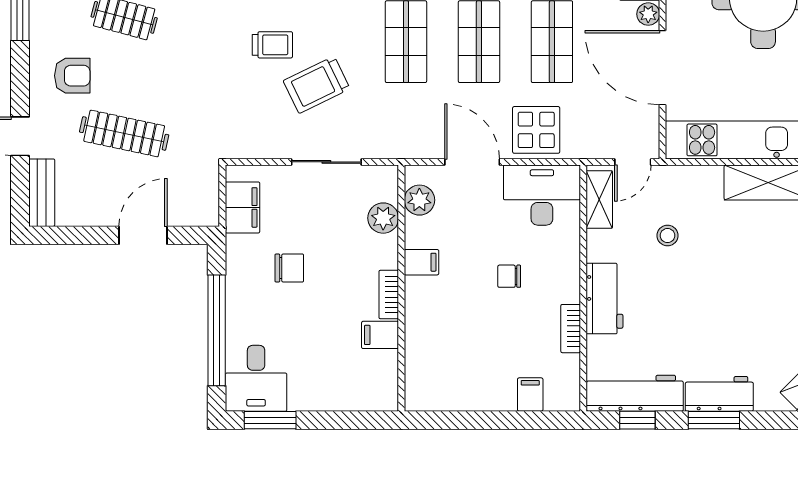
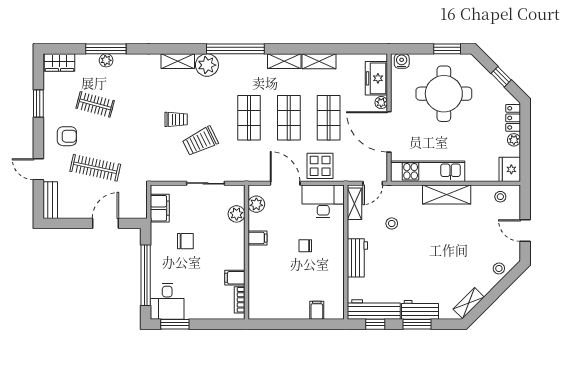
bookcase: (389, 294) -> (240, 300), moved
bookcase: (571, 329) -> (339, 274), removed

